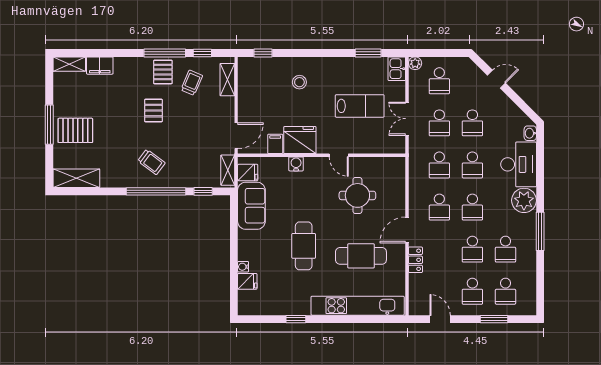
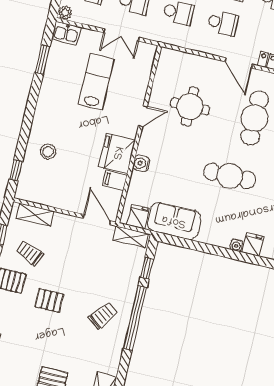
stool: (299, 82) -> (48, 152), moved

